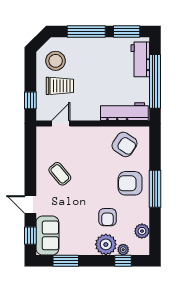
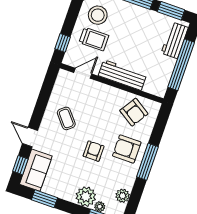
workbench: (124, 112) -> (122, 75), moved
armchair: (107, 217) -> (94, 151), moved, turned 180

